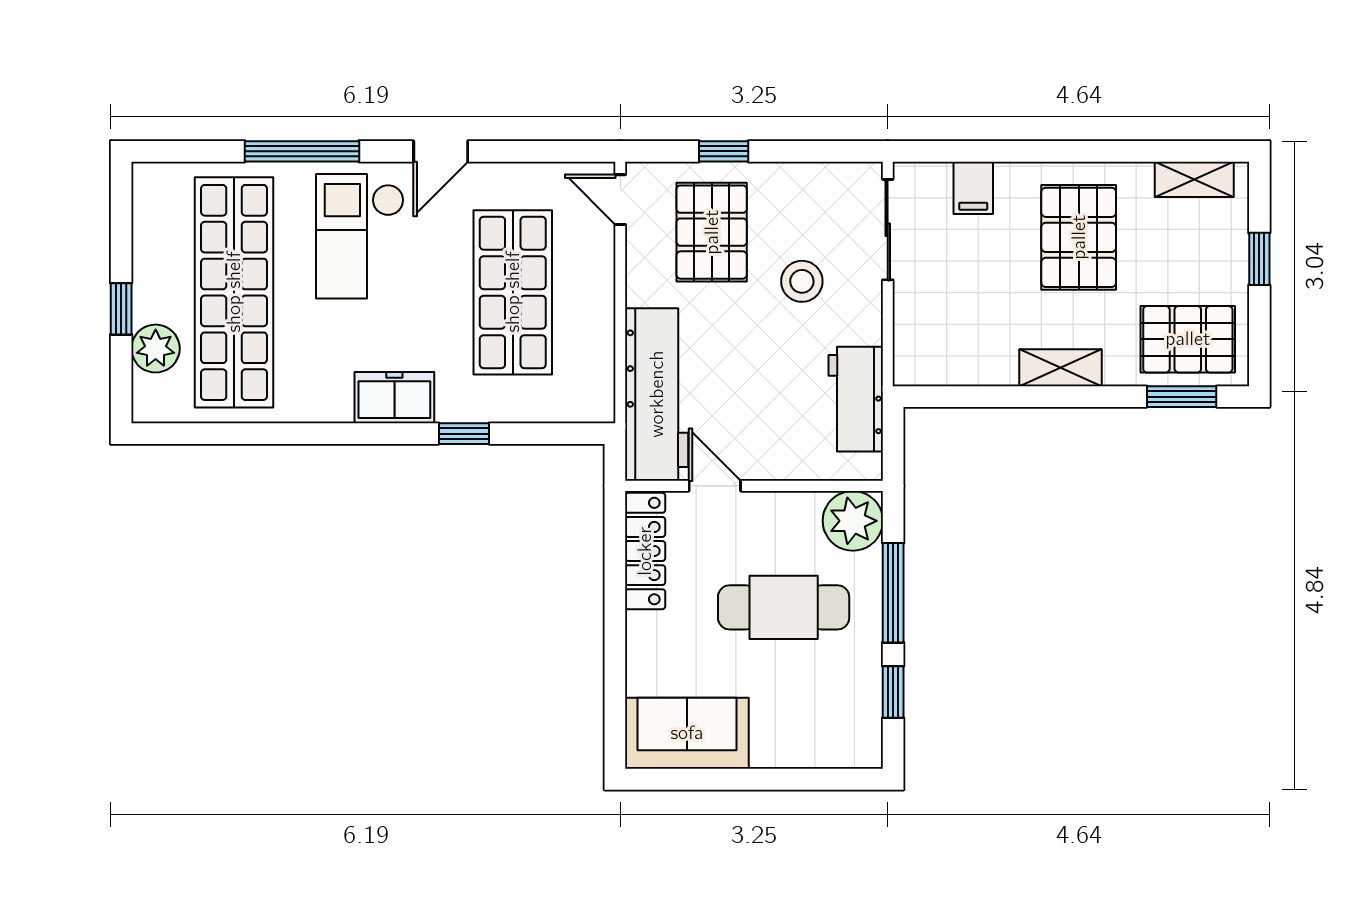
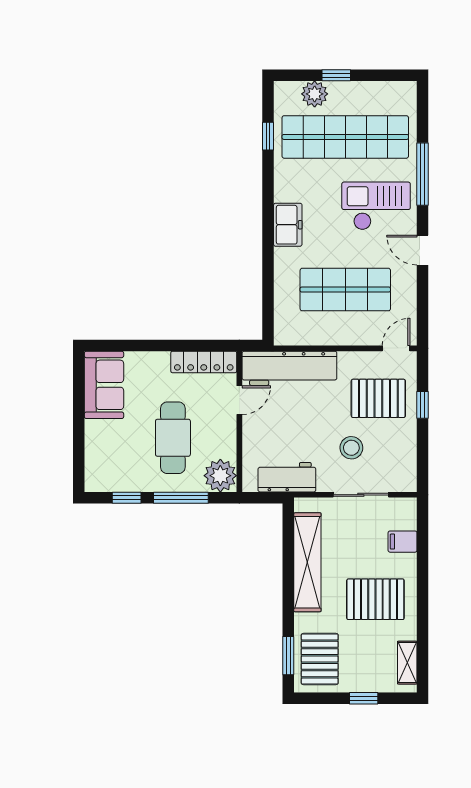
sliding door: (888, 230) -> (361, 495), moved
shelving: (1061, 368) -> (307, 562), width x2.20, depth x1.33
window: (464, 434) -> (268, 136), moved

